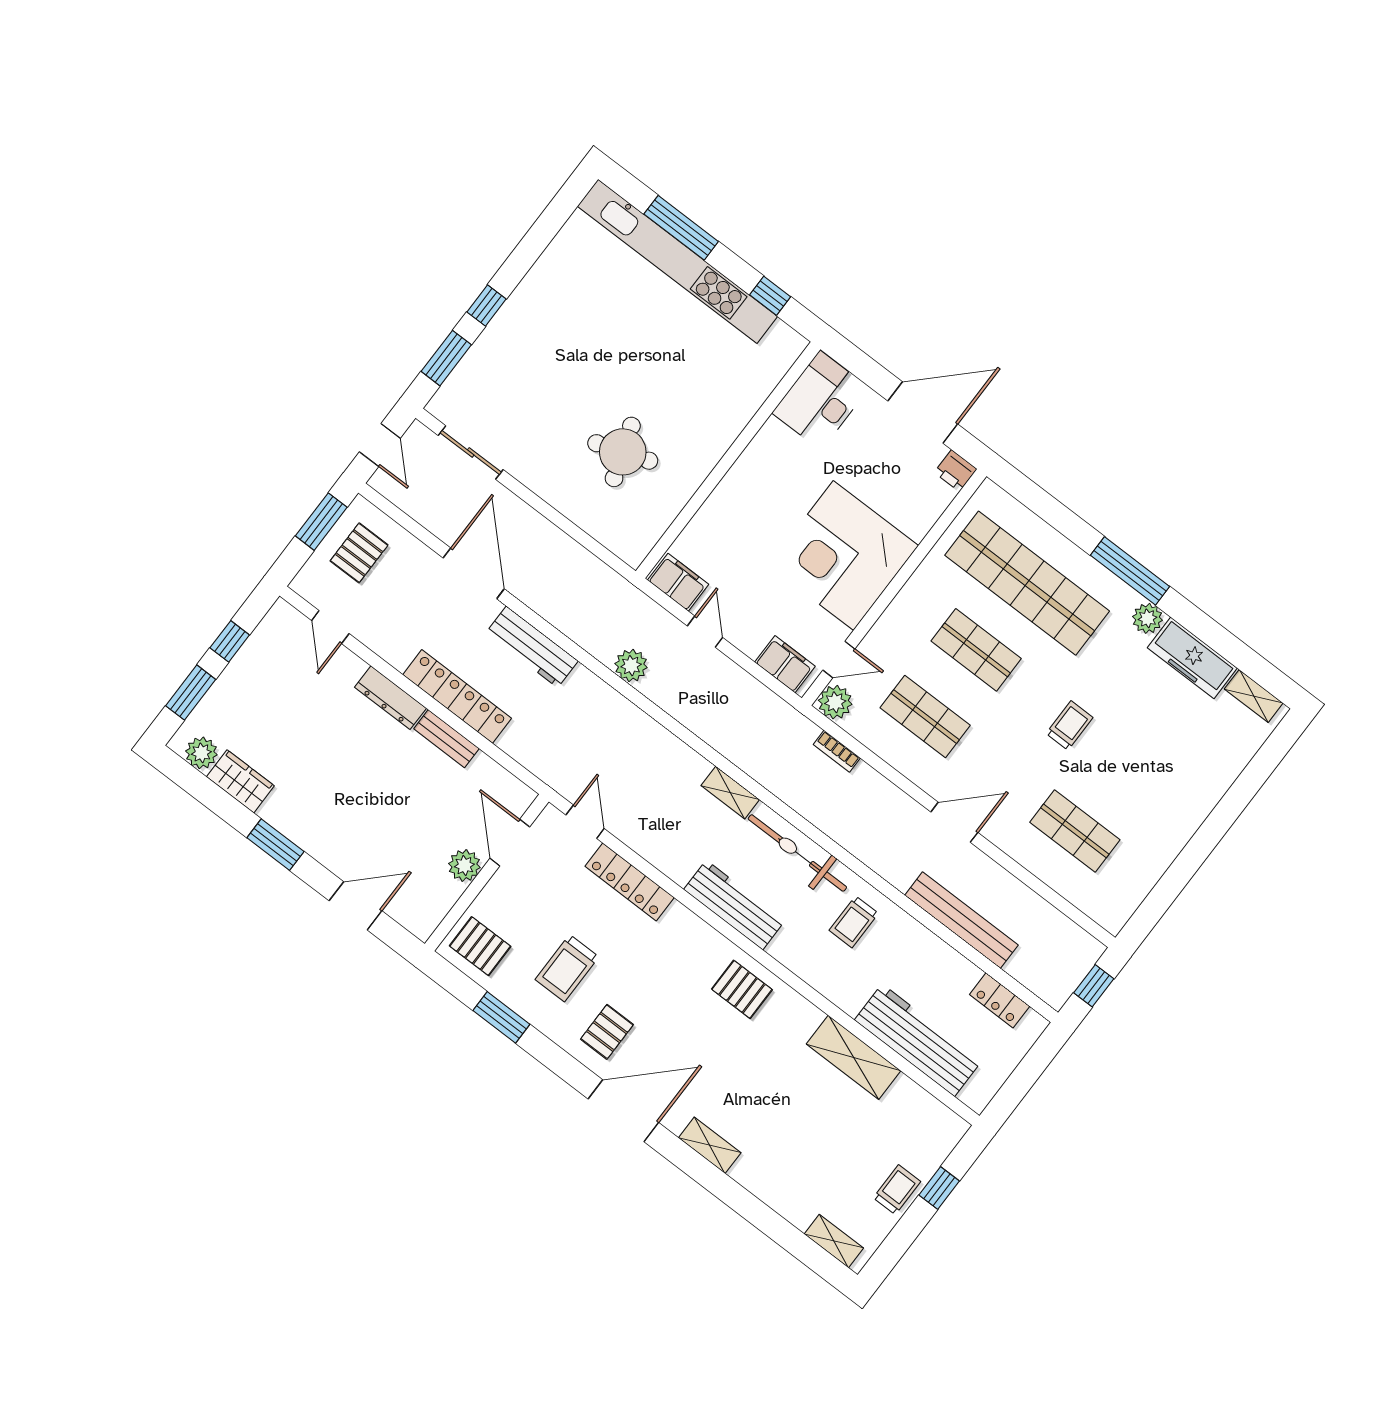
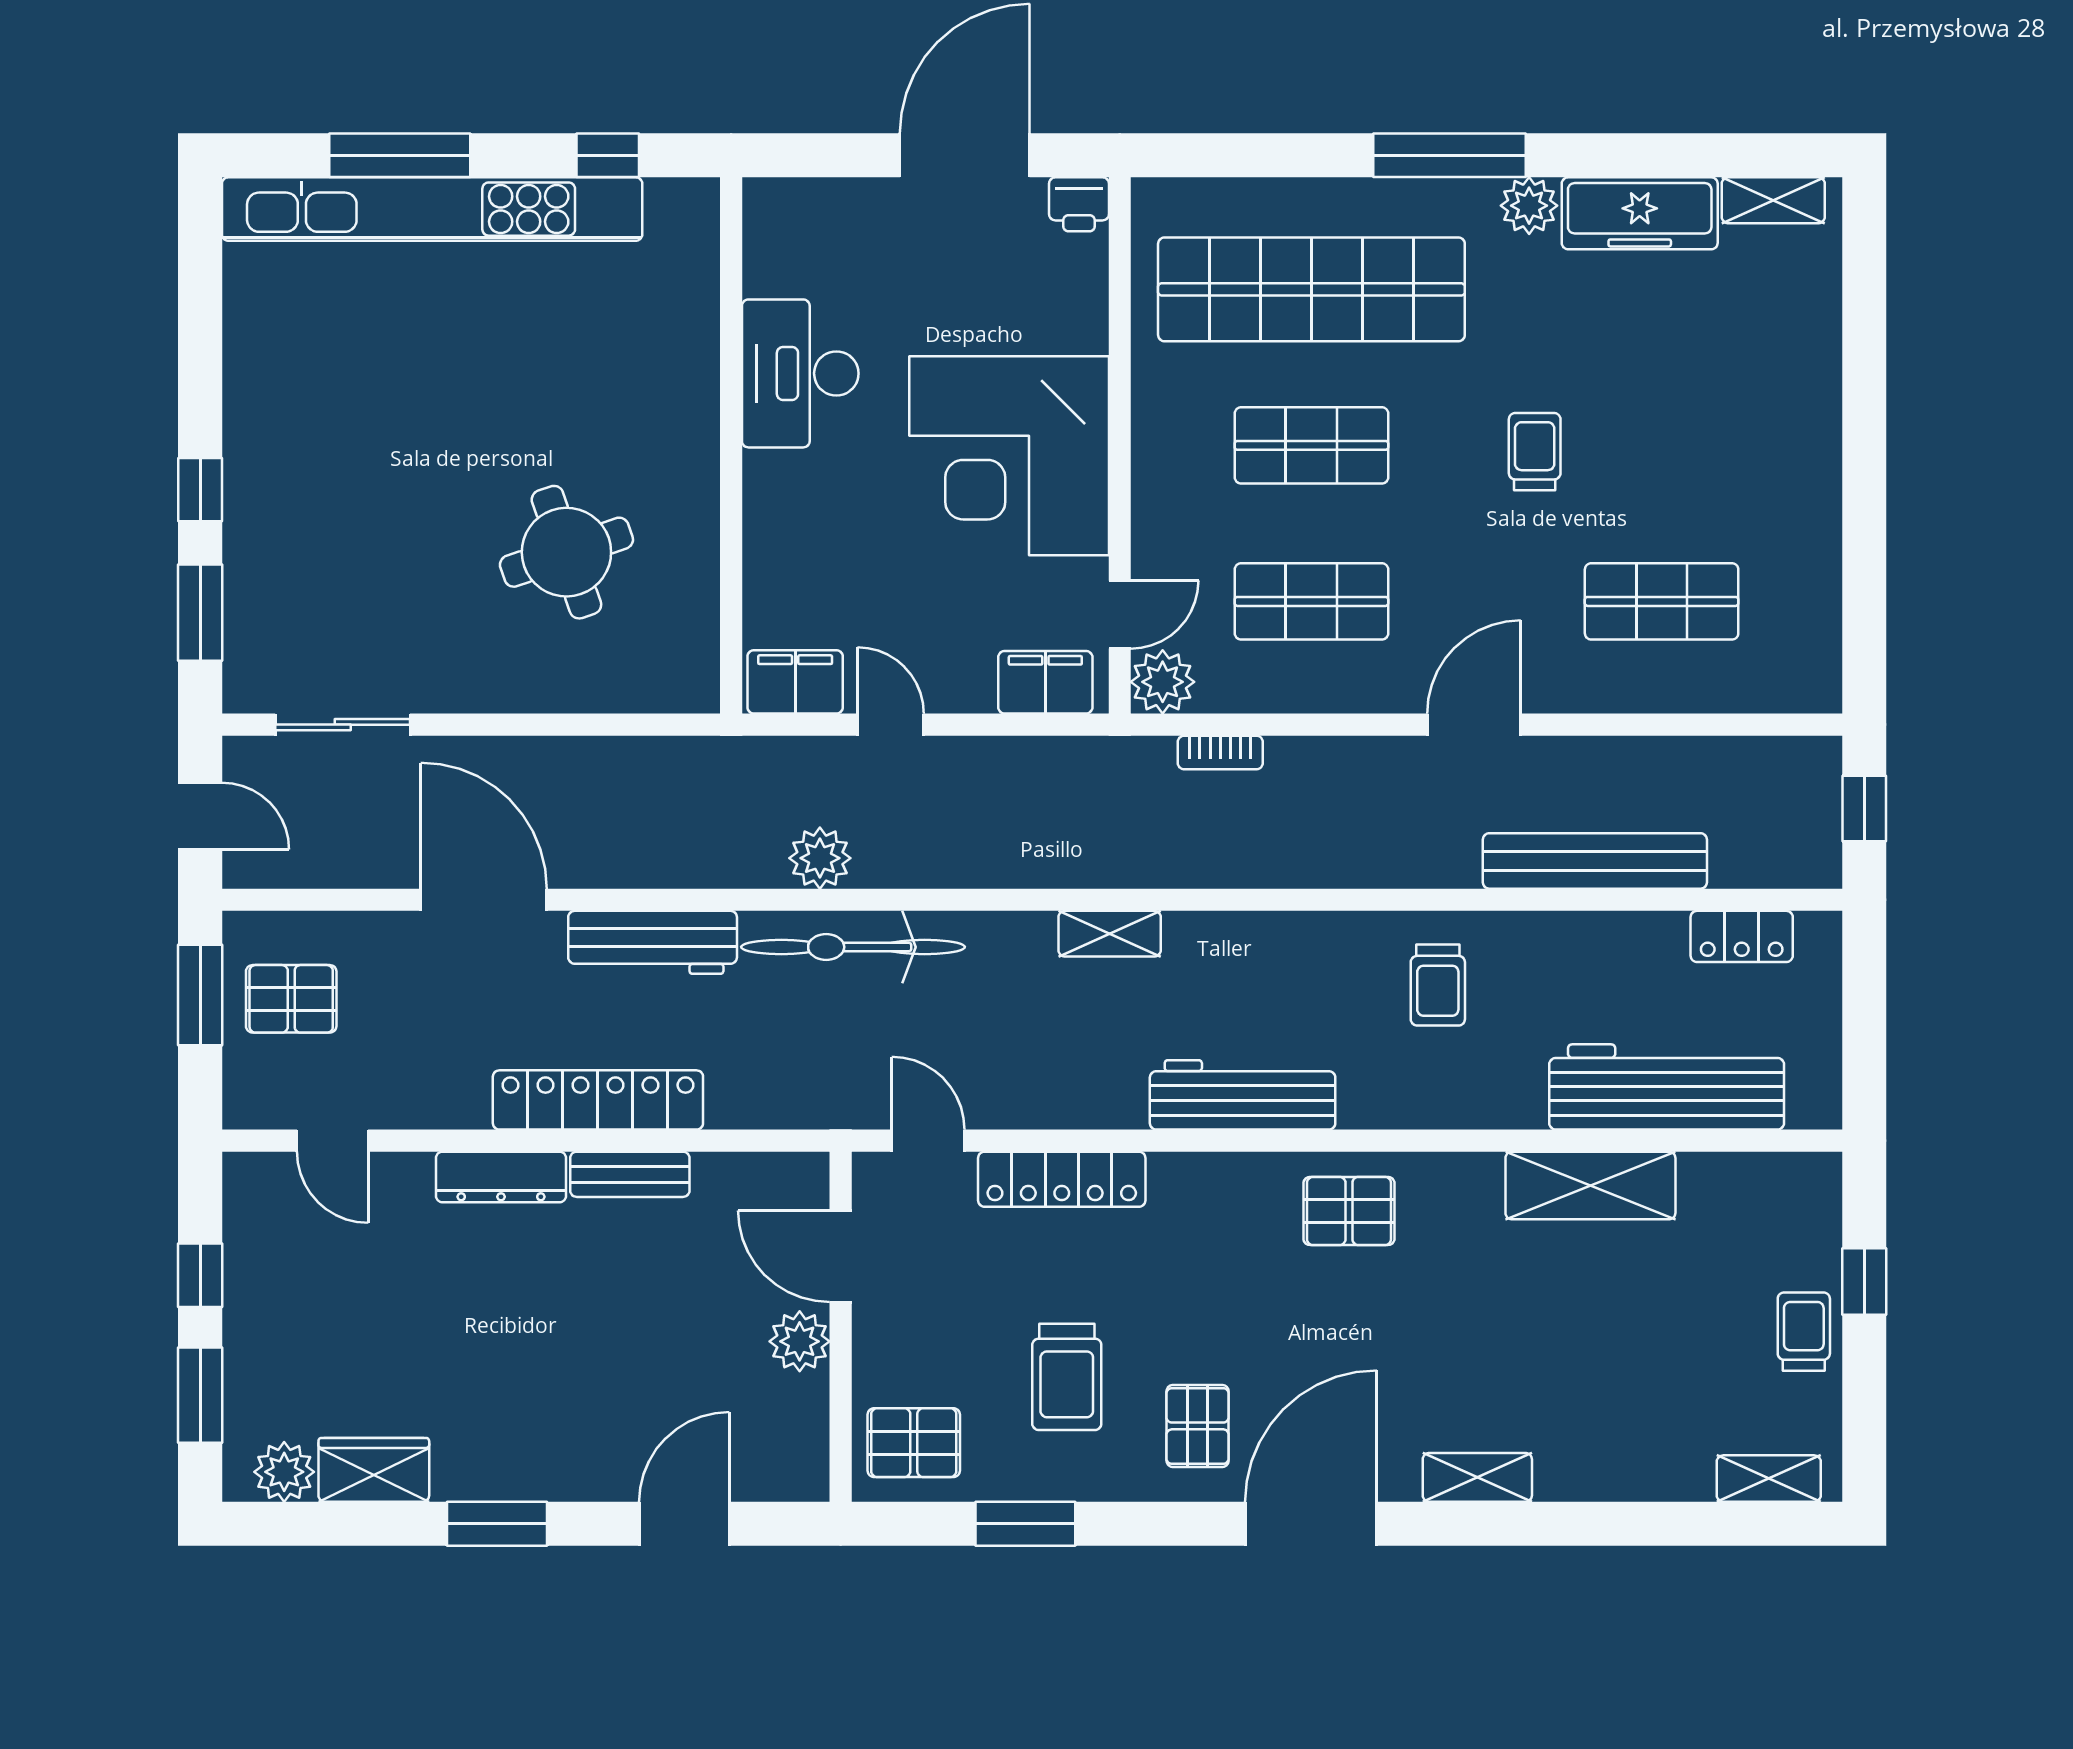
desk: (821, 400) -> (800, 373), moved
pallet: (359, 553) -> (291, 999), turned 90
bicycle: (797, 853) -> (853, 947), moved

